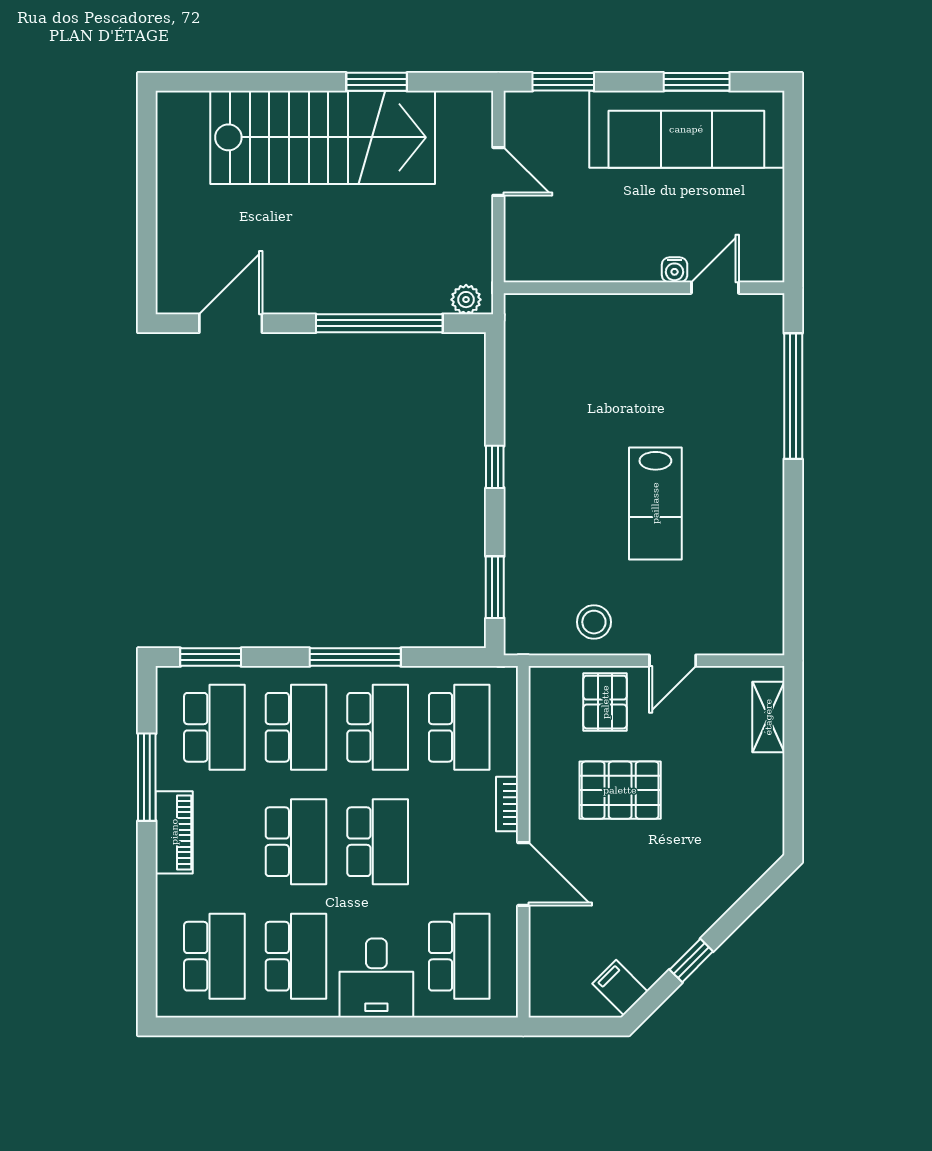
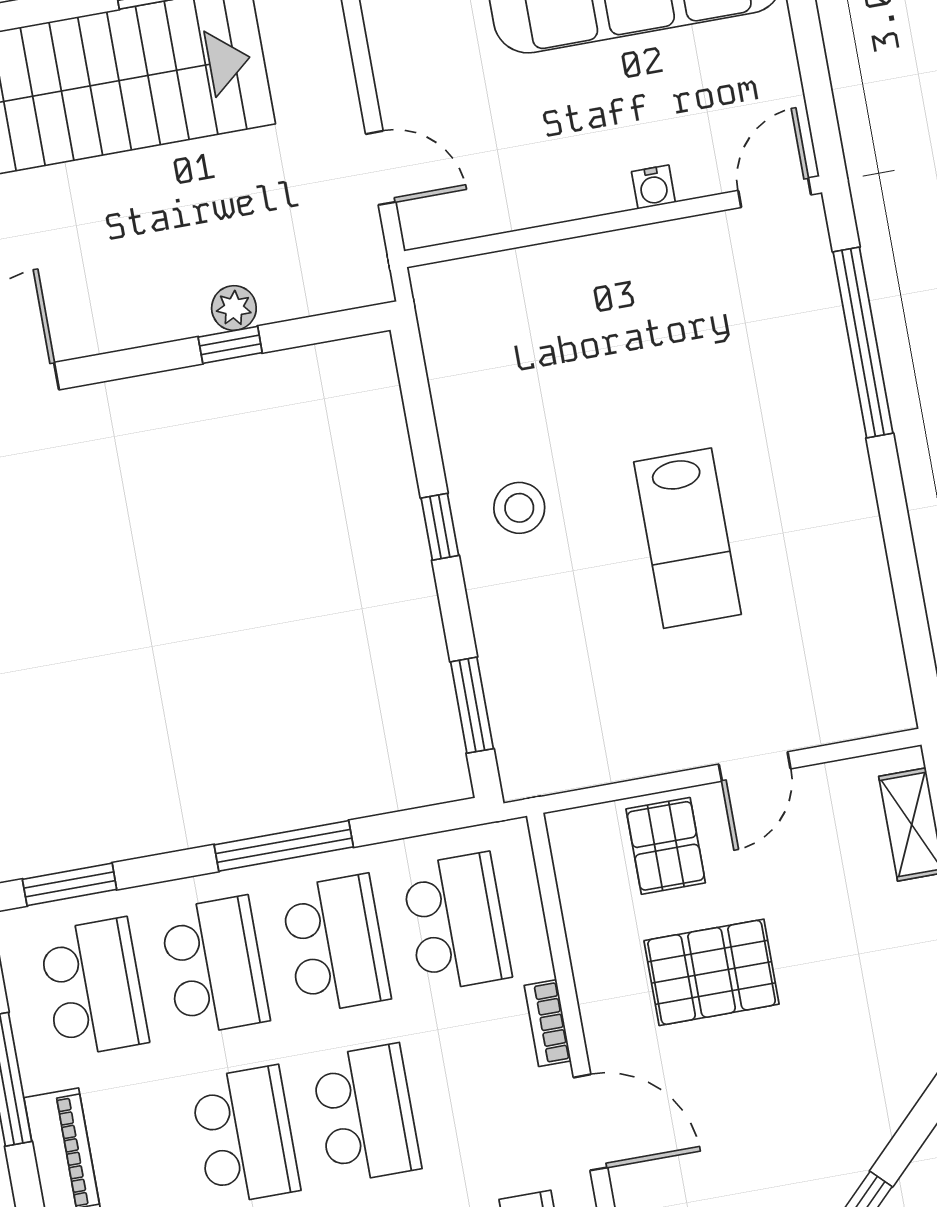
door: (498, 171) -> (381, 168), moved
door: (715, 288) -> (775, 193), moved
plant: (466, 300) -> (234, 308), moved
window: (379, 323) -> (230, 345), width x0.32
stool: (594, 622) -> (519, 508), moved

